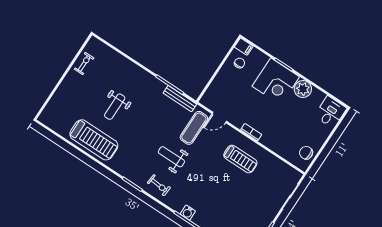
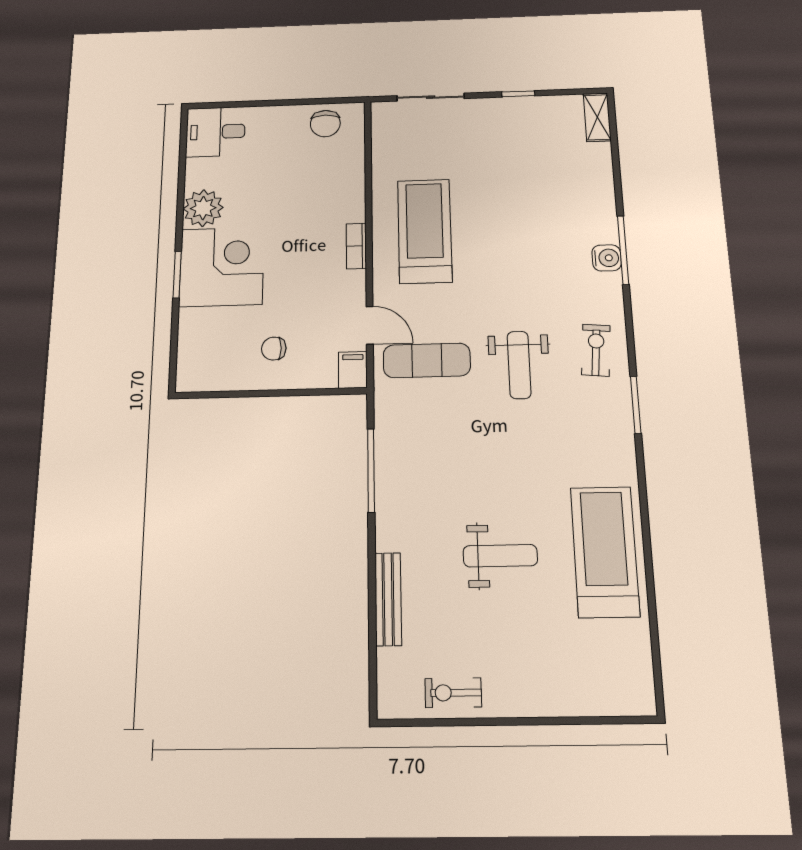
filing cabinet: (244, 47) -> (353, 370), moved
chair: (239, 63) -> (274, 349), moved
bench: (180, 99) -> (388, 599), moved
treadmill: (240, 159) -> (425, 231), width x1.37, depth x1.38

